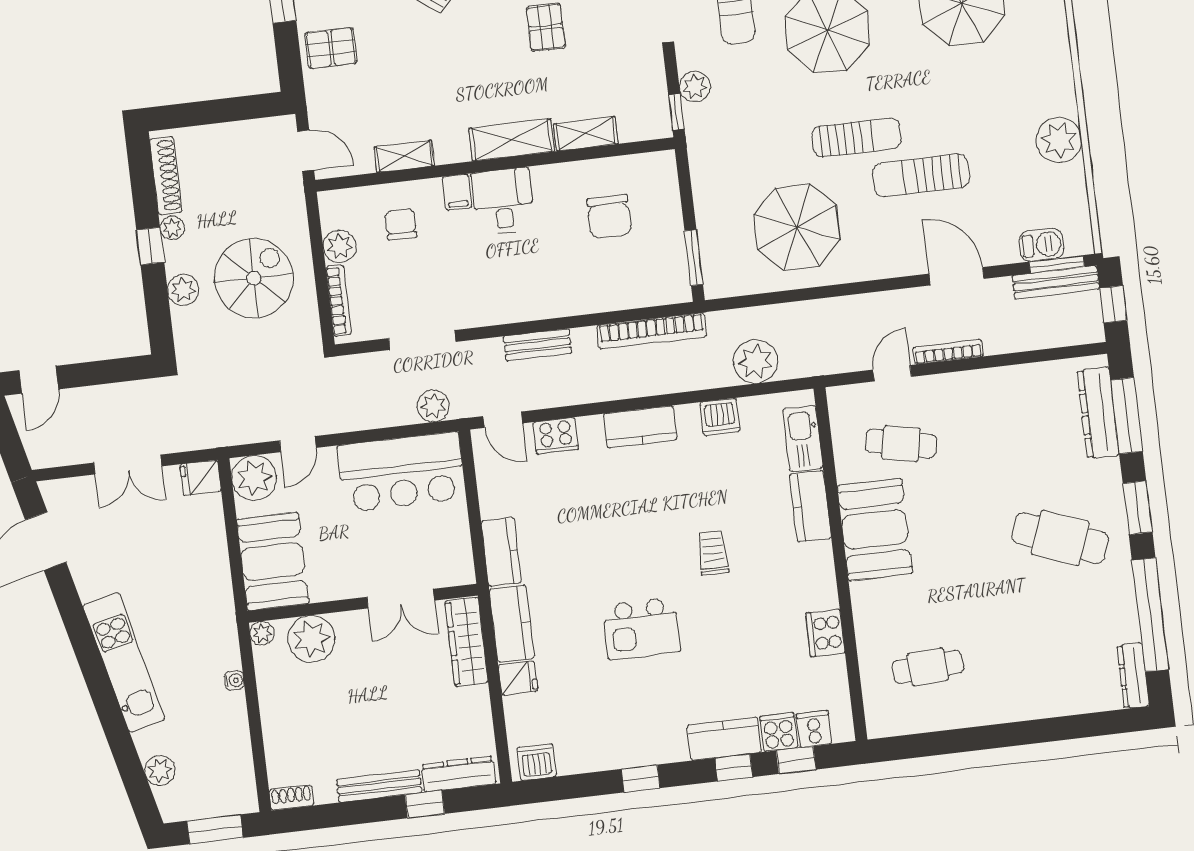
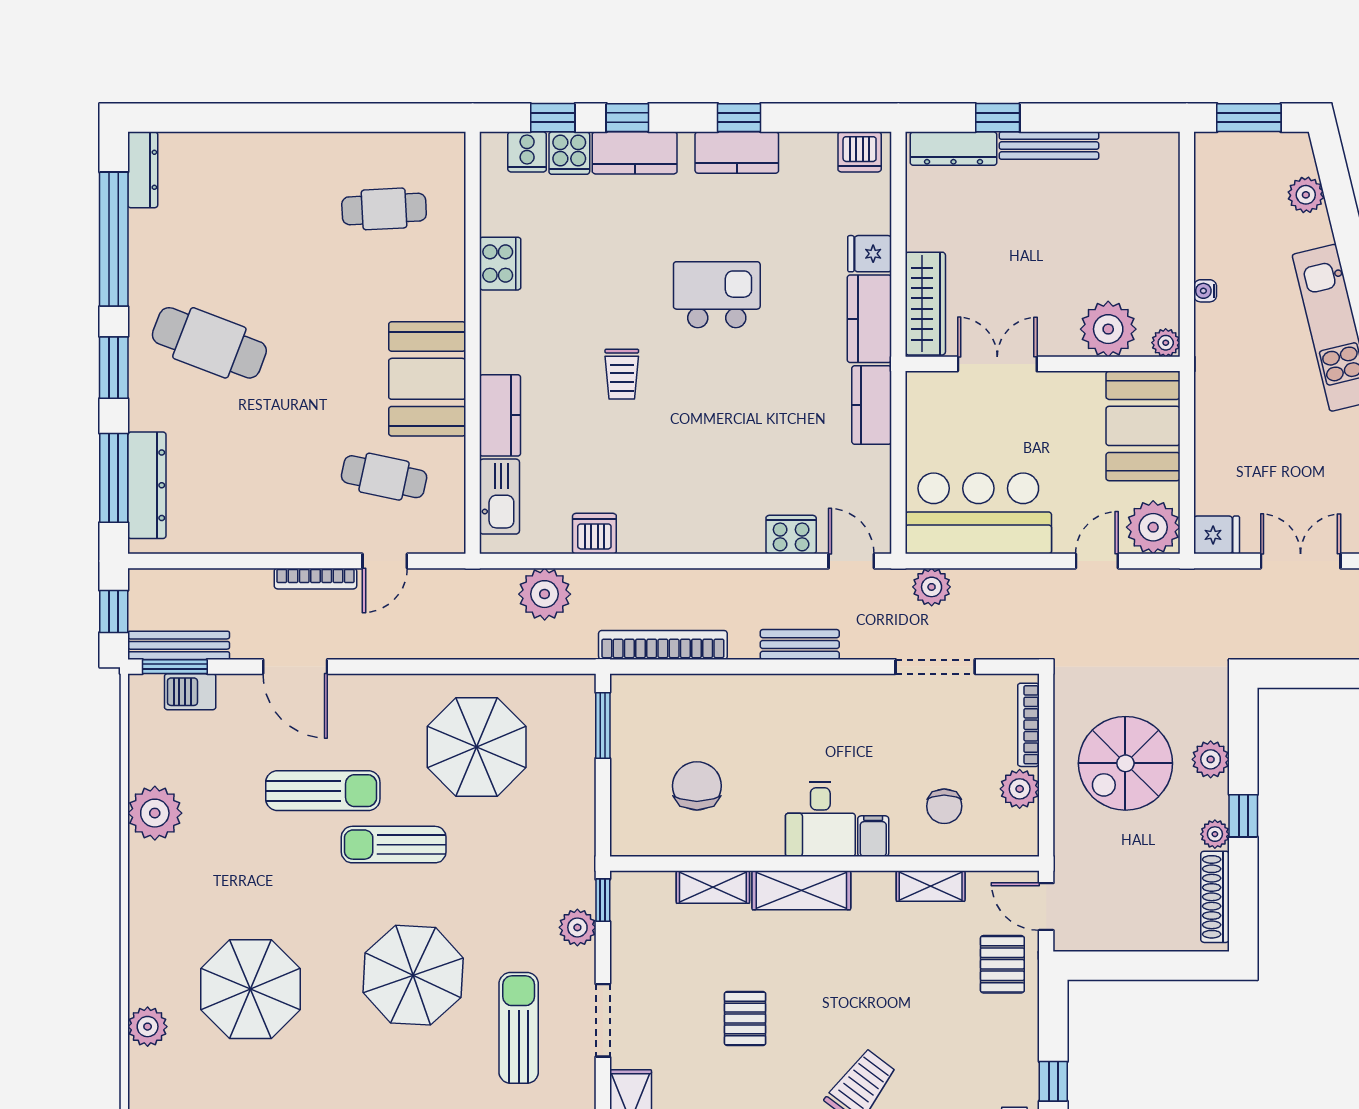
pallet: (331, 48) -> (1002, 964), moved, turned 90
kitchen counter: (640, 427) -> (737, 153), moved, turned 180
shoe rack: (291, 798) -> (1154, 144), removed

